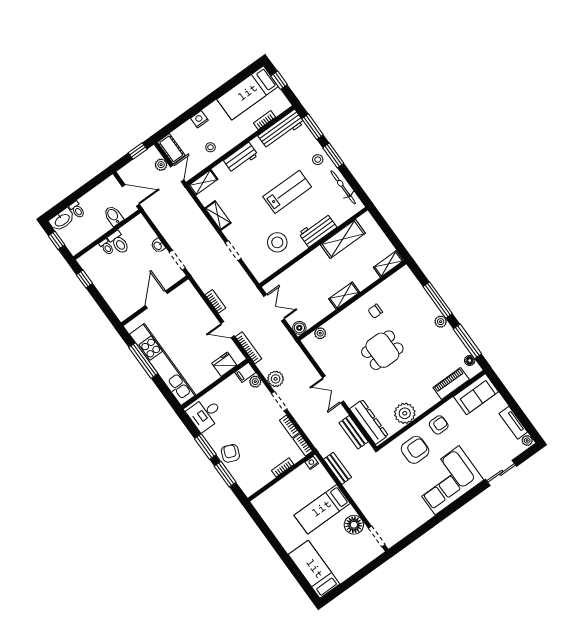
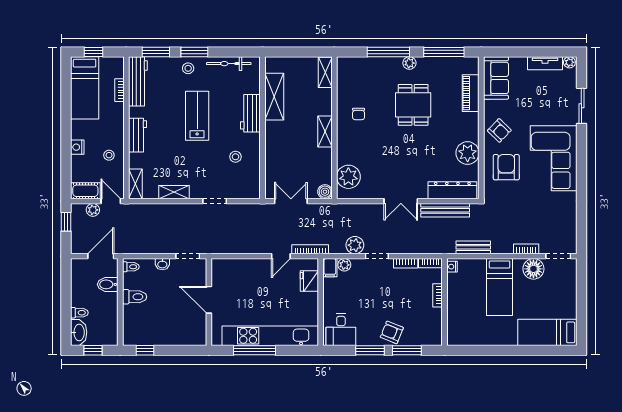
stool: (277, 242) -> (235, 157), width x0.53, depth x0.53
toilet: (107, 247) -> (131, 267), moved
bookcase: (215, 301) -> (526, 249), moved
plant: (320, 333) -> (348, 177), width x1.88, depth x1.88
dining table: (382, 350) -> (413, 105), moved
floor lamp: (470, 361) -> (462, 62), removed
armchair: (439, 425) -> (499, 130), turned 134
bench: (354, 432) -> (445, 210), width x1.36

